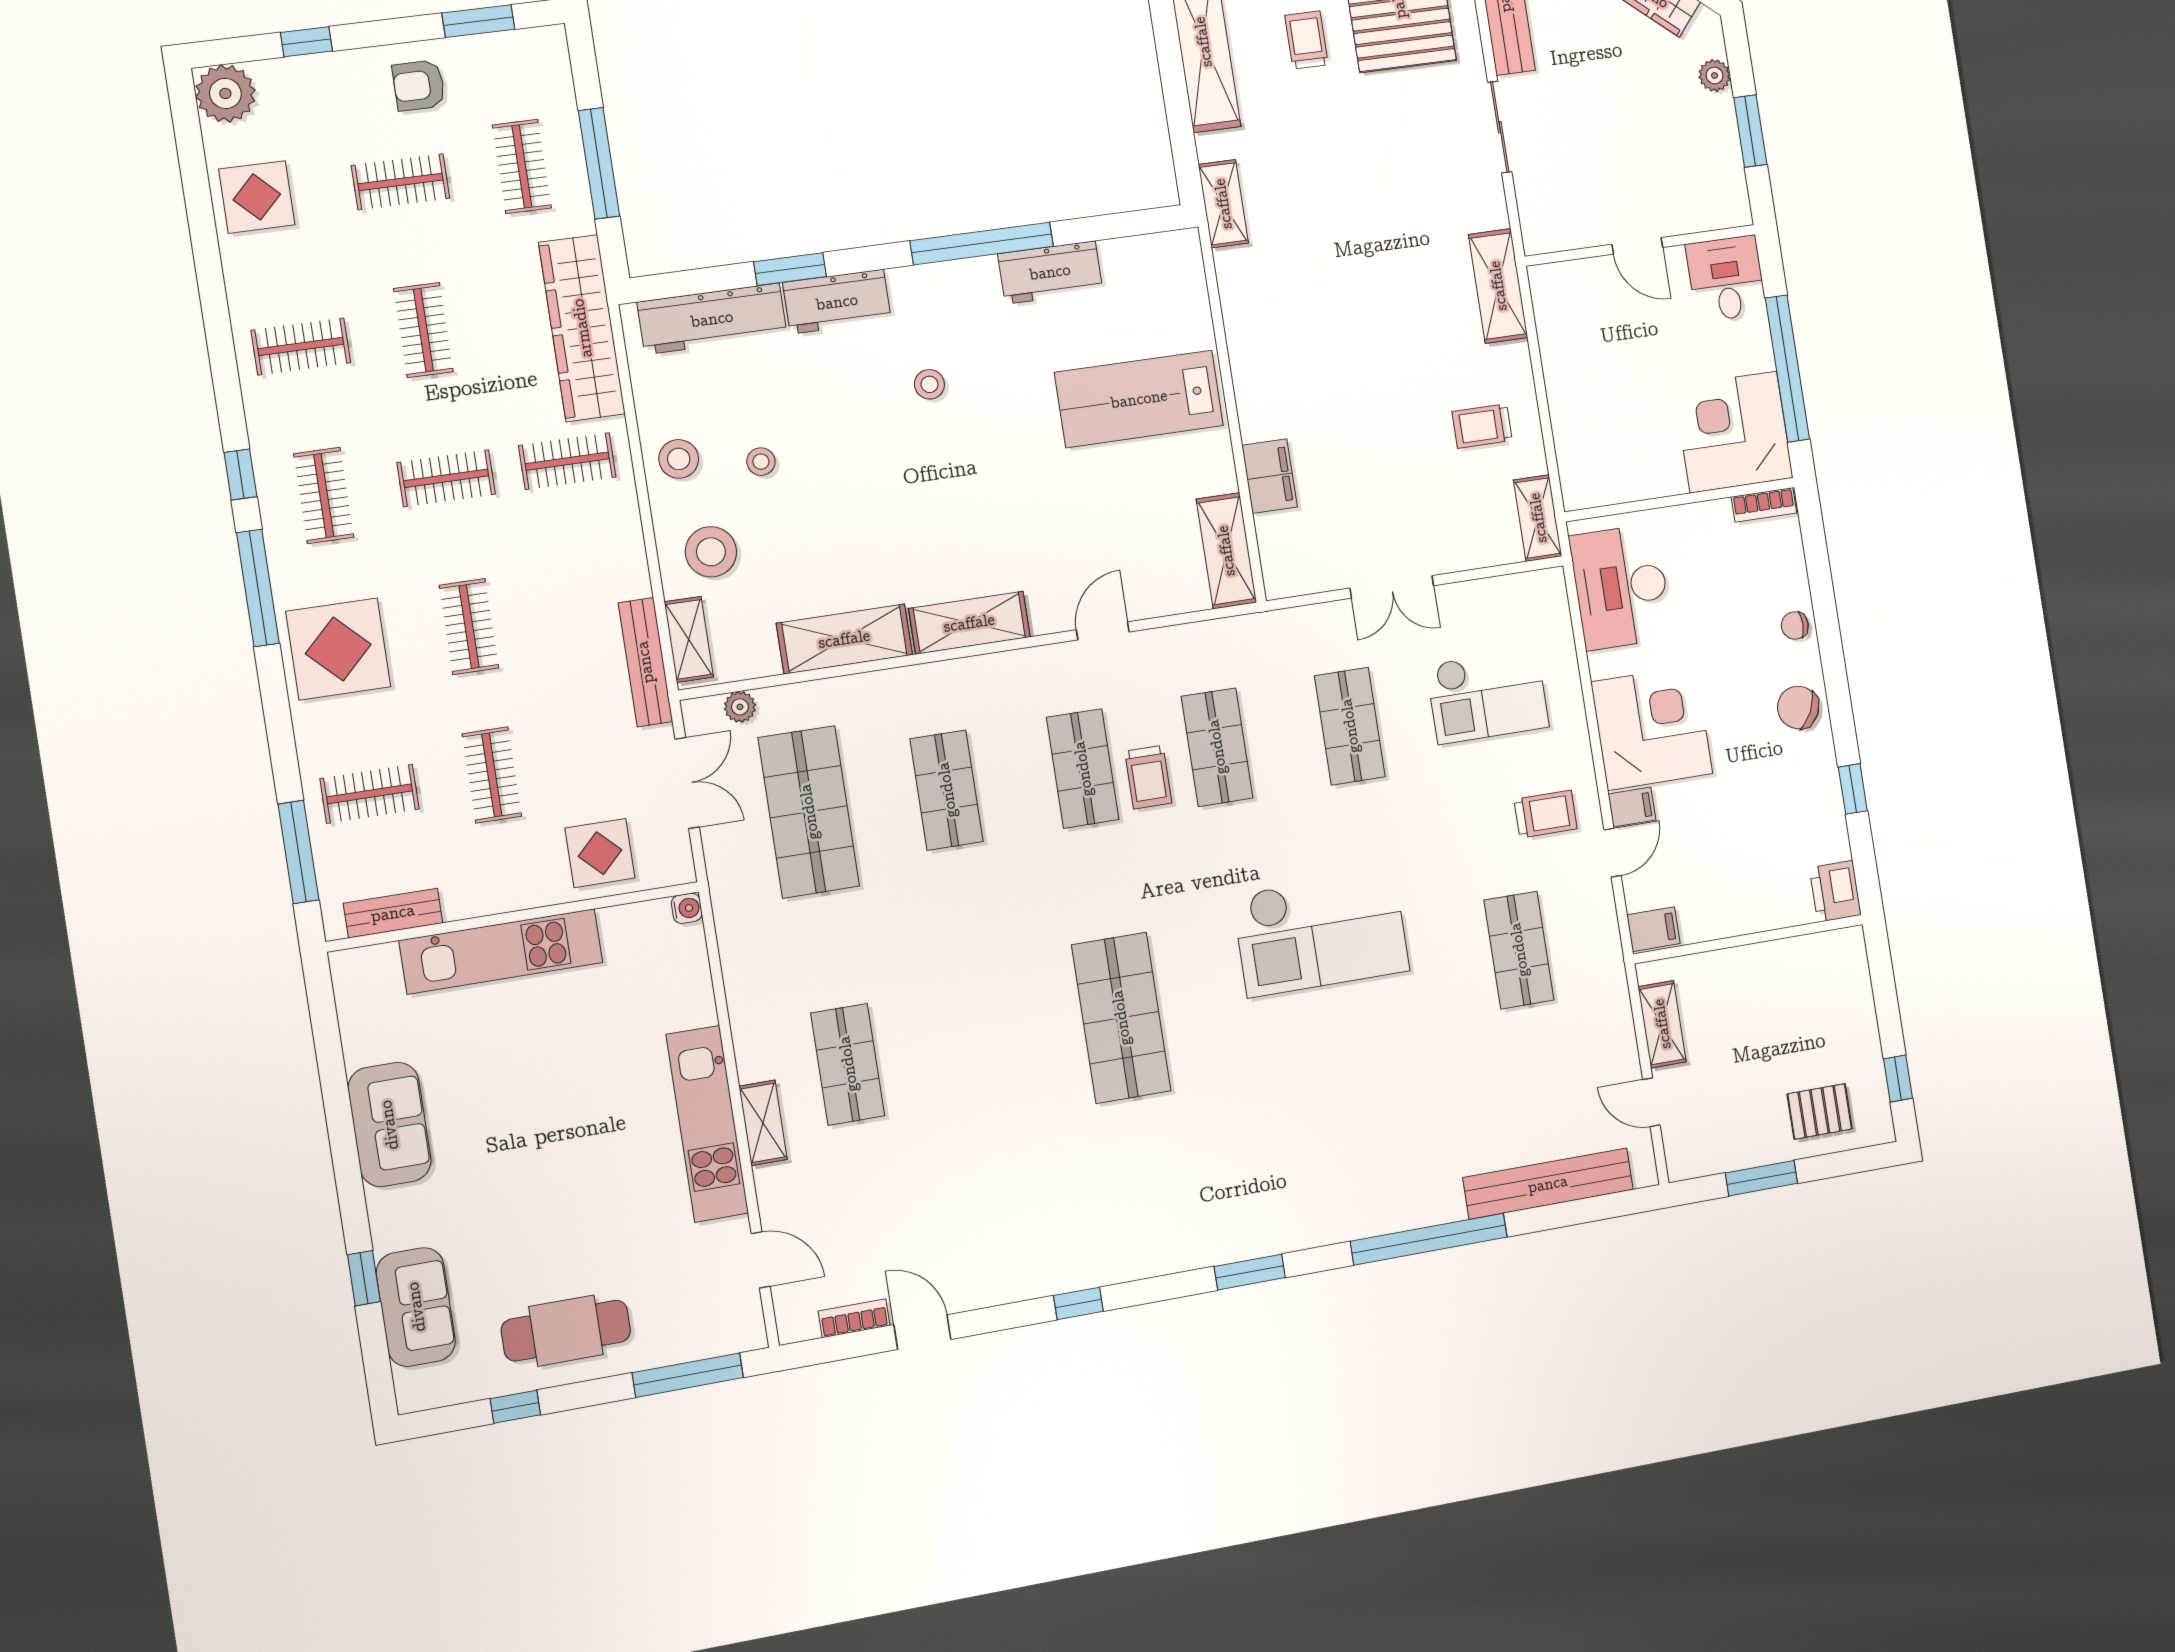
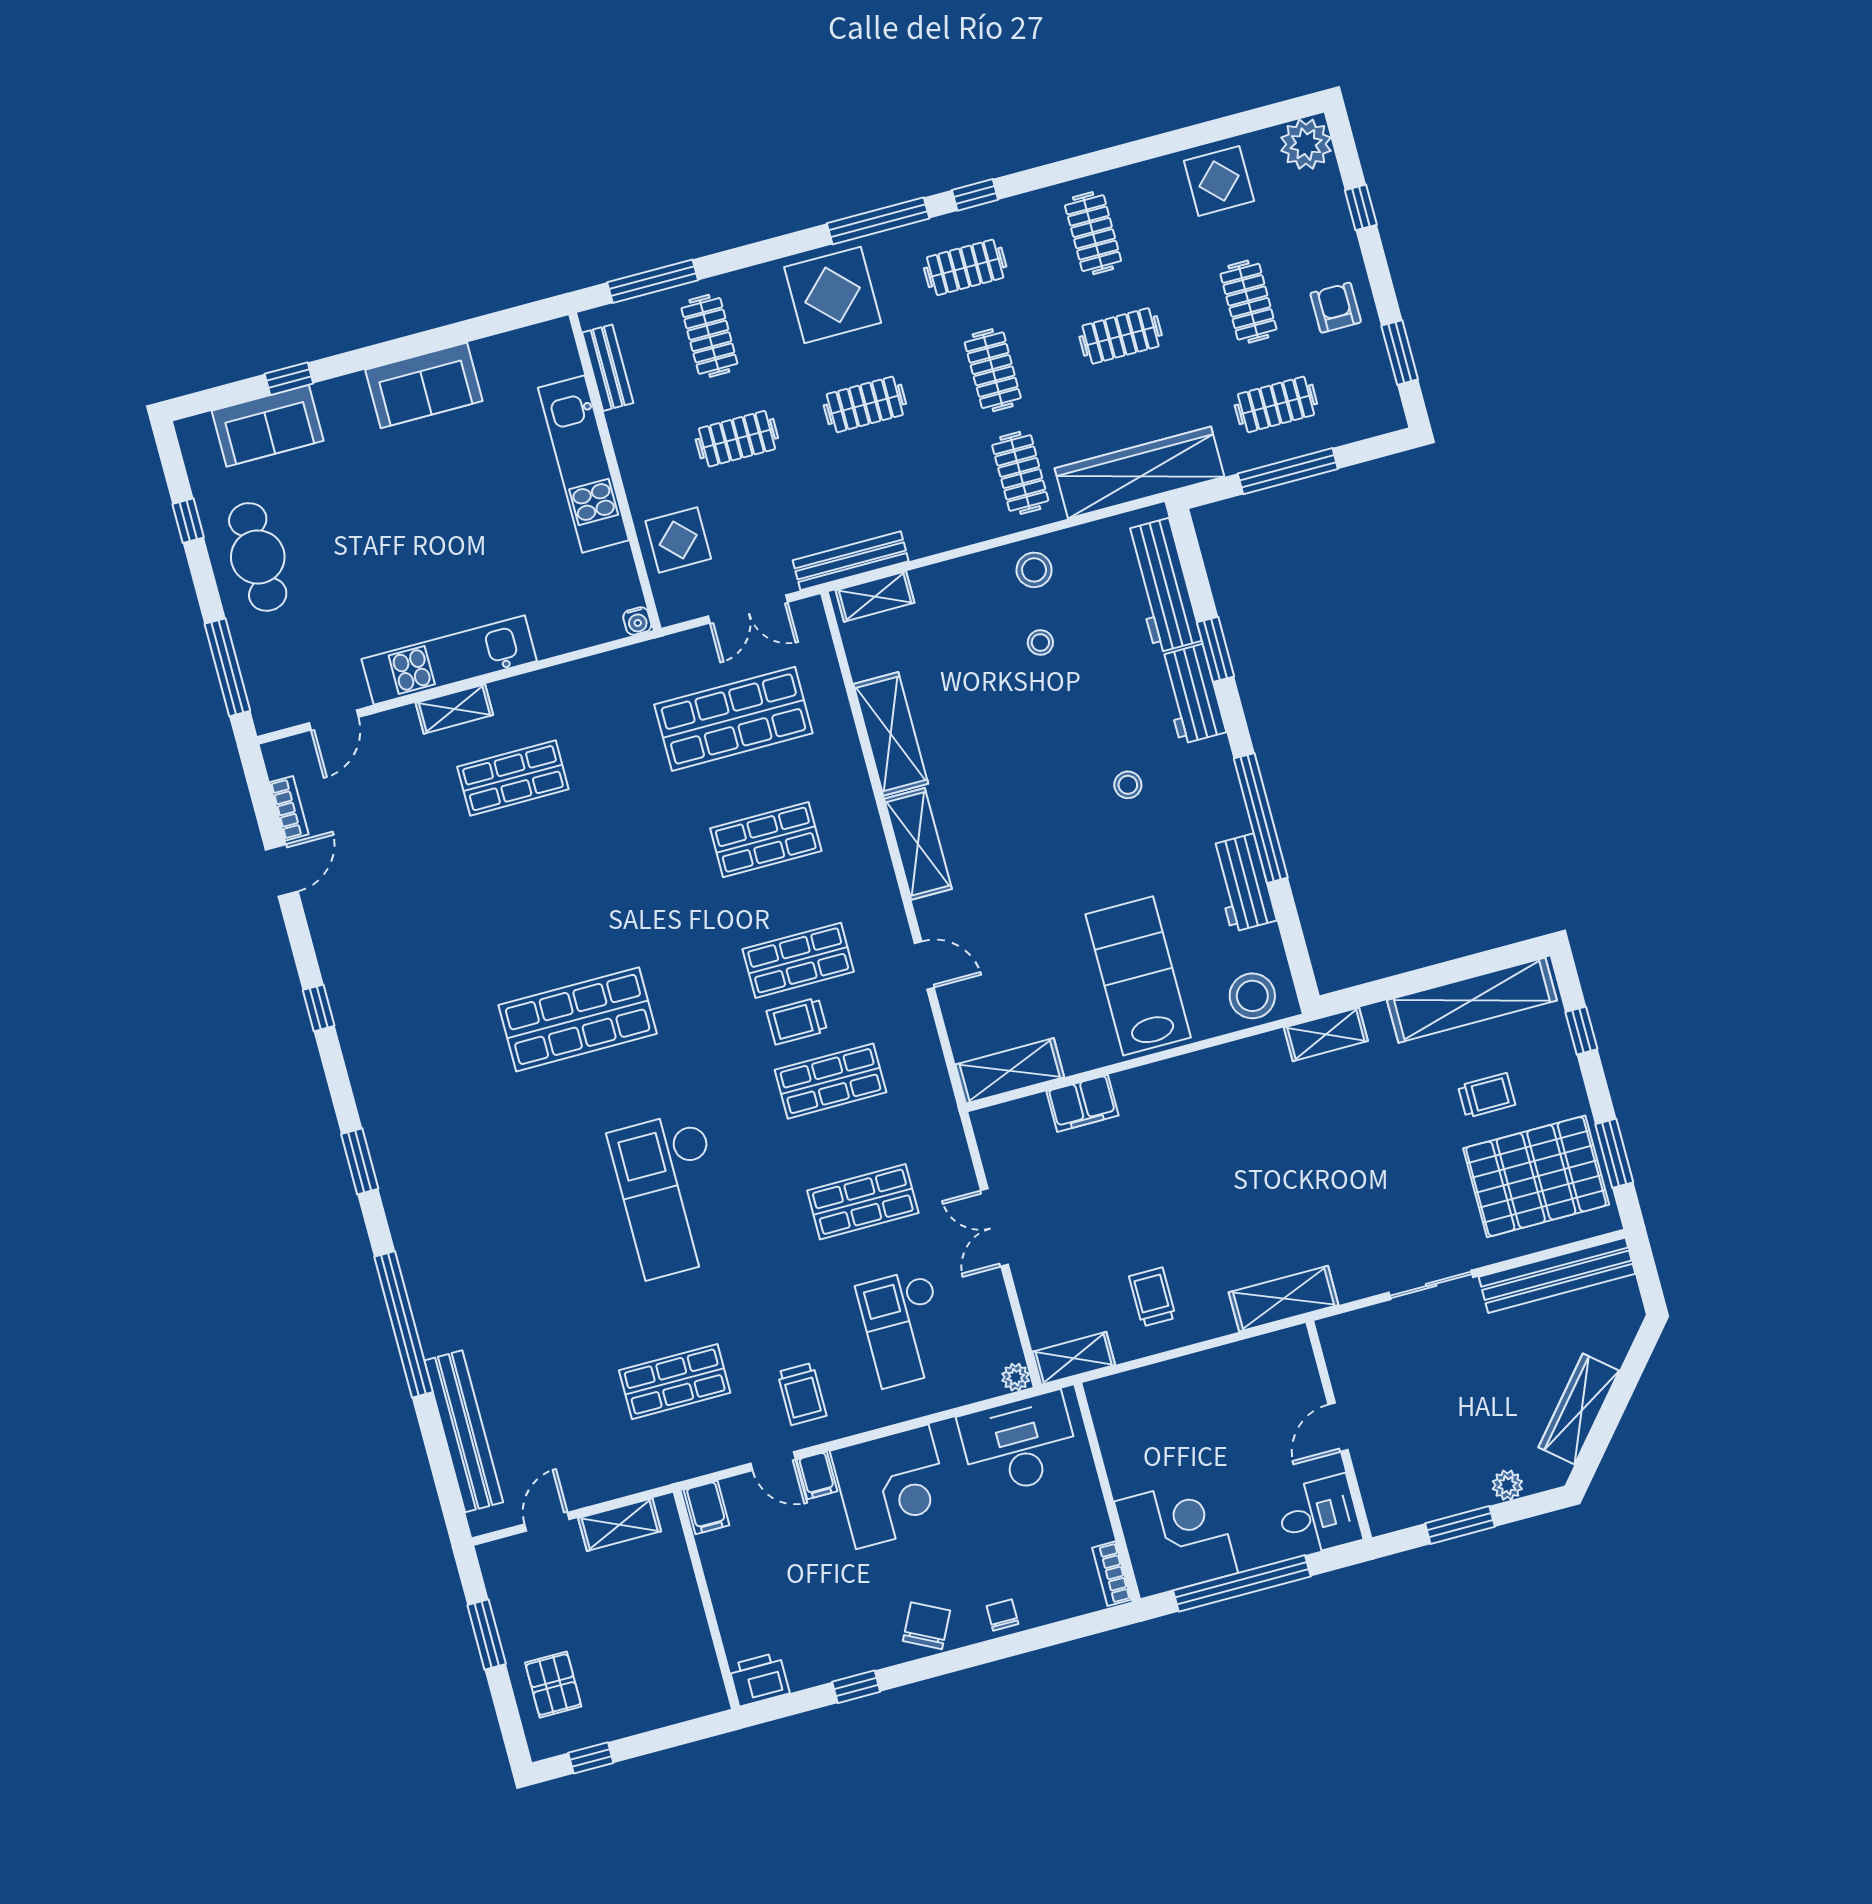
stool: (711, 552) -> (1252, 996), moved
plant: (740, 707) -> (1016, 1377), moved

